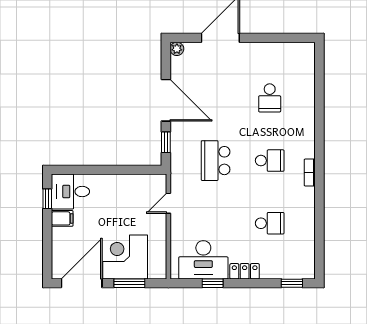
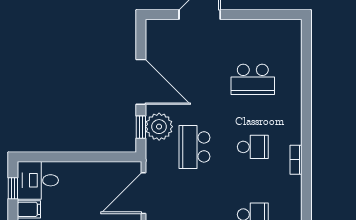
plant: (177, 49) -> (159, 127), moved, width x1.88, depth x1.88
school desk: (270, 98) -> (253, 79), width x1.85
door: (168, 203) -> (143, 193), width x1.88

